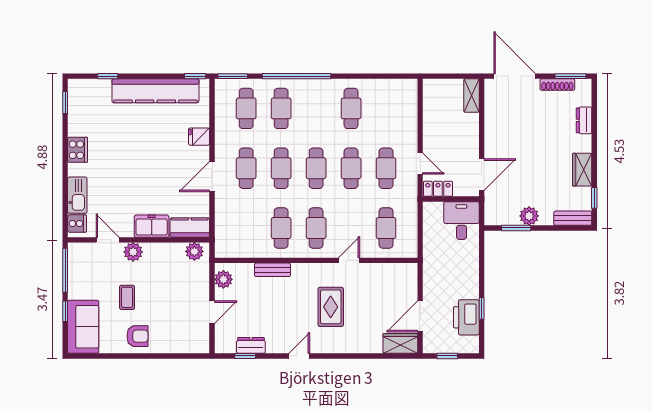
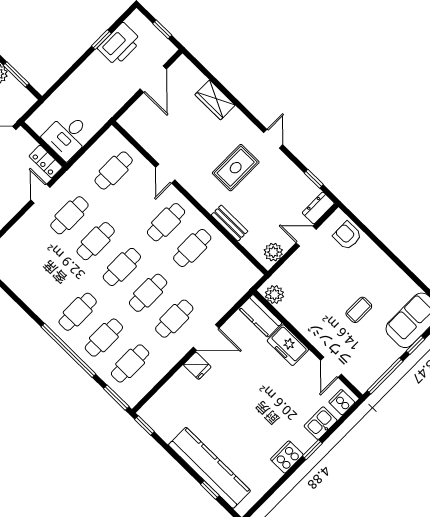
kitchen counter: (155, 91) -> (209, 468), moved
window: (65, 103) -> (312, 450), moved
cafe table: (351, 108) -> (78, 312), moved
fridge: (199, 137) -> (197, 366), moved
kitchen sink: (77, 195) -> (321, 423), width x0.73
desk: (461, 221) -> (67, 136), moved
plant: (133, 252) -> (321, 339), removed
door: (349, 260) -> (165, 174), hinge flipped
rug: (331, 307) -> (236, 168), moved
door: (420, 316) -> (153, 79), hinge flipped
armchair: (137, 336) -> (347, 236), moved
wardrobe: (400, 343) -> (215, 100), moved
dresser: (251, 345) -> (318, 208), moved, turned 90
door: (299, 356) -> (273, 139), swing flipped

